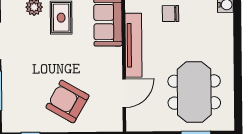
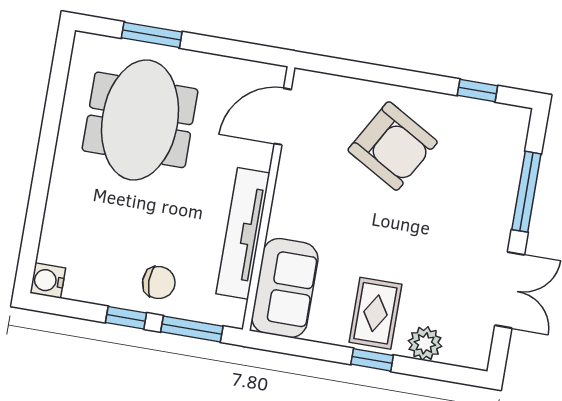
door: (124, 93) -> (283, 117), moved

